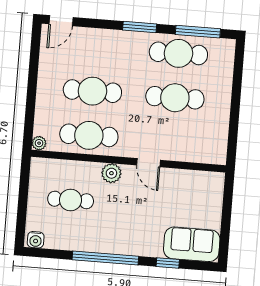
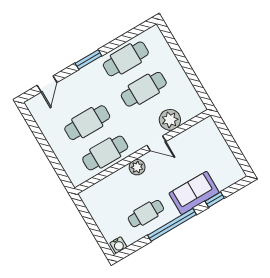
door: (61, 21) -> (47, 84), moved
window: (198, 32) -> (128, 36), removed
plant: (39, 143) -> (170, 120), moved, width x1.88, depth x1.88
cafe table: (71, 200) -> (146, 214), moved
sofa: (192, 244) -> (194, 193), moved

